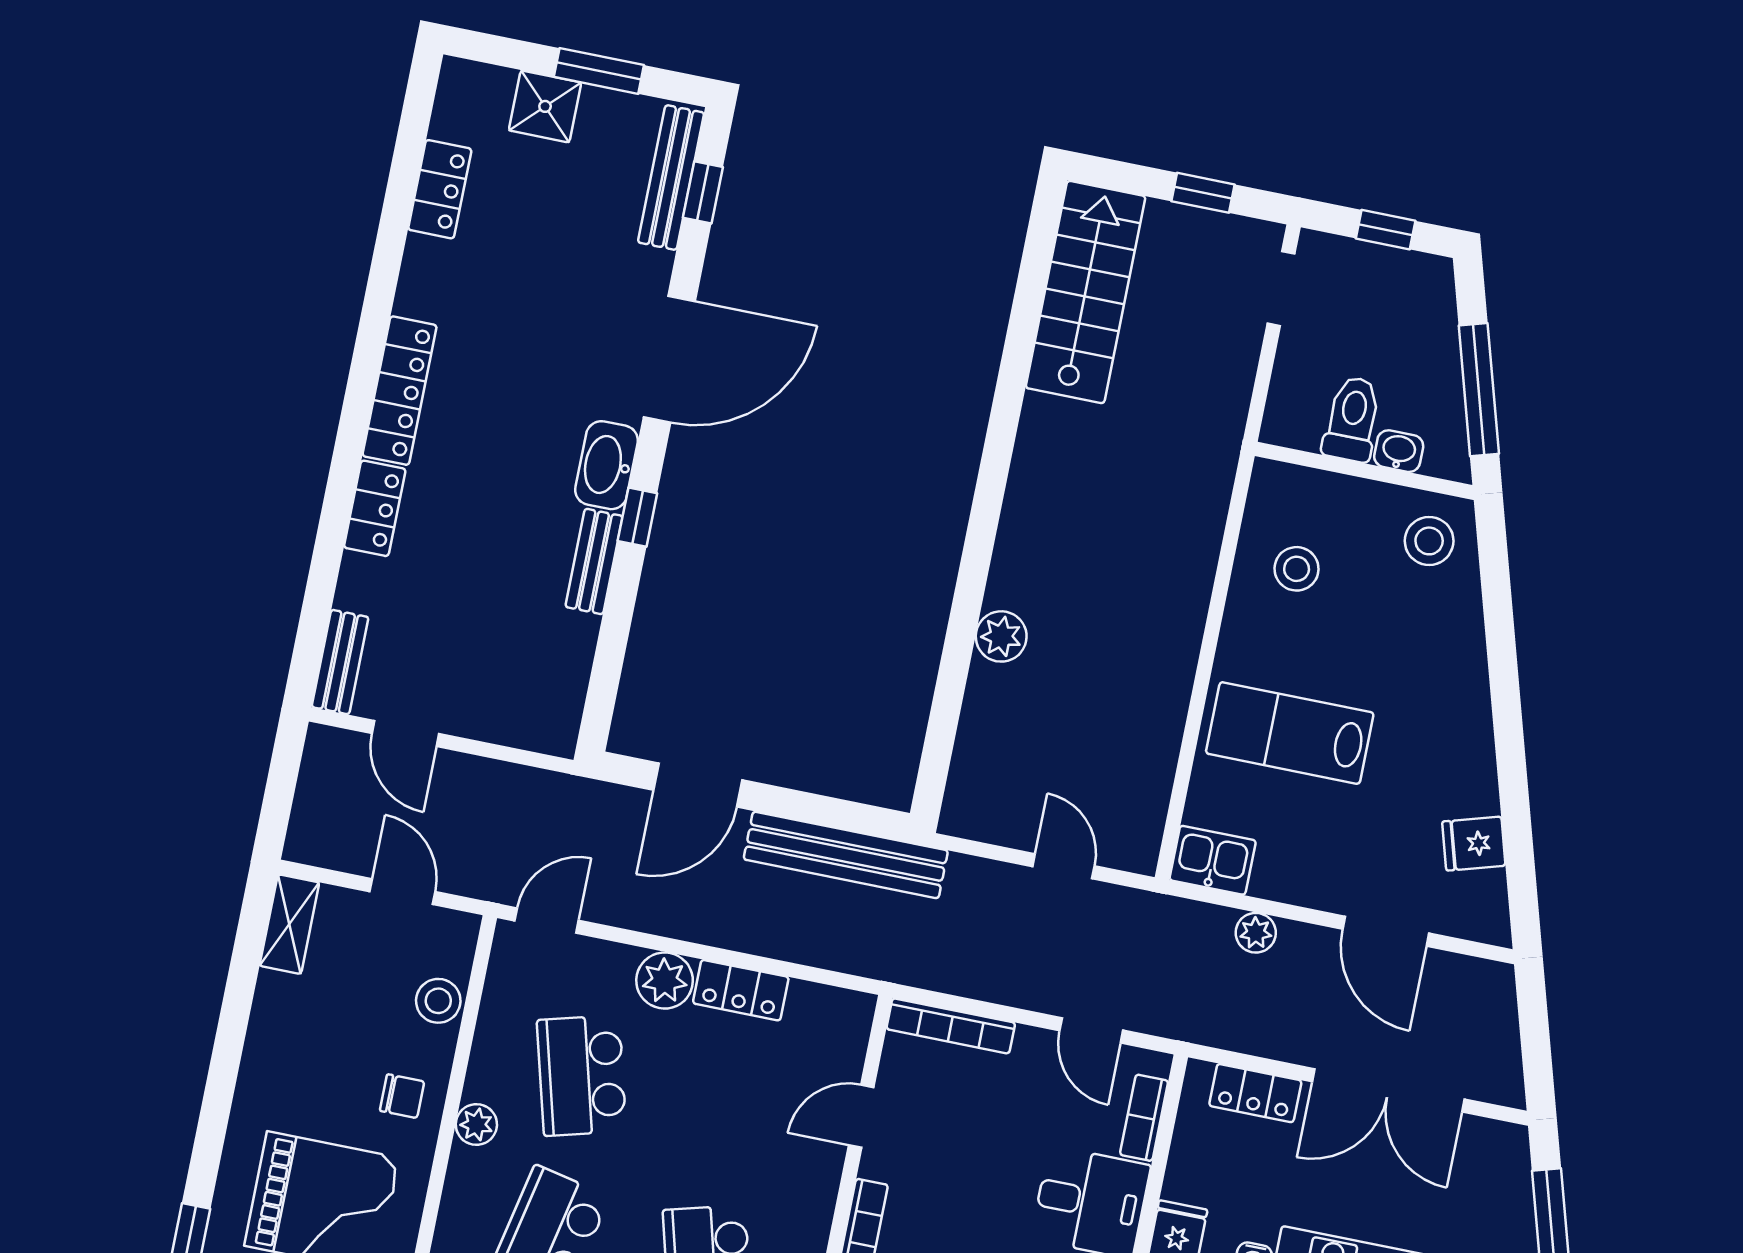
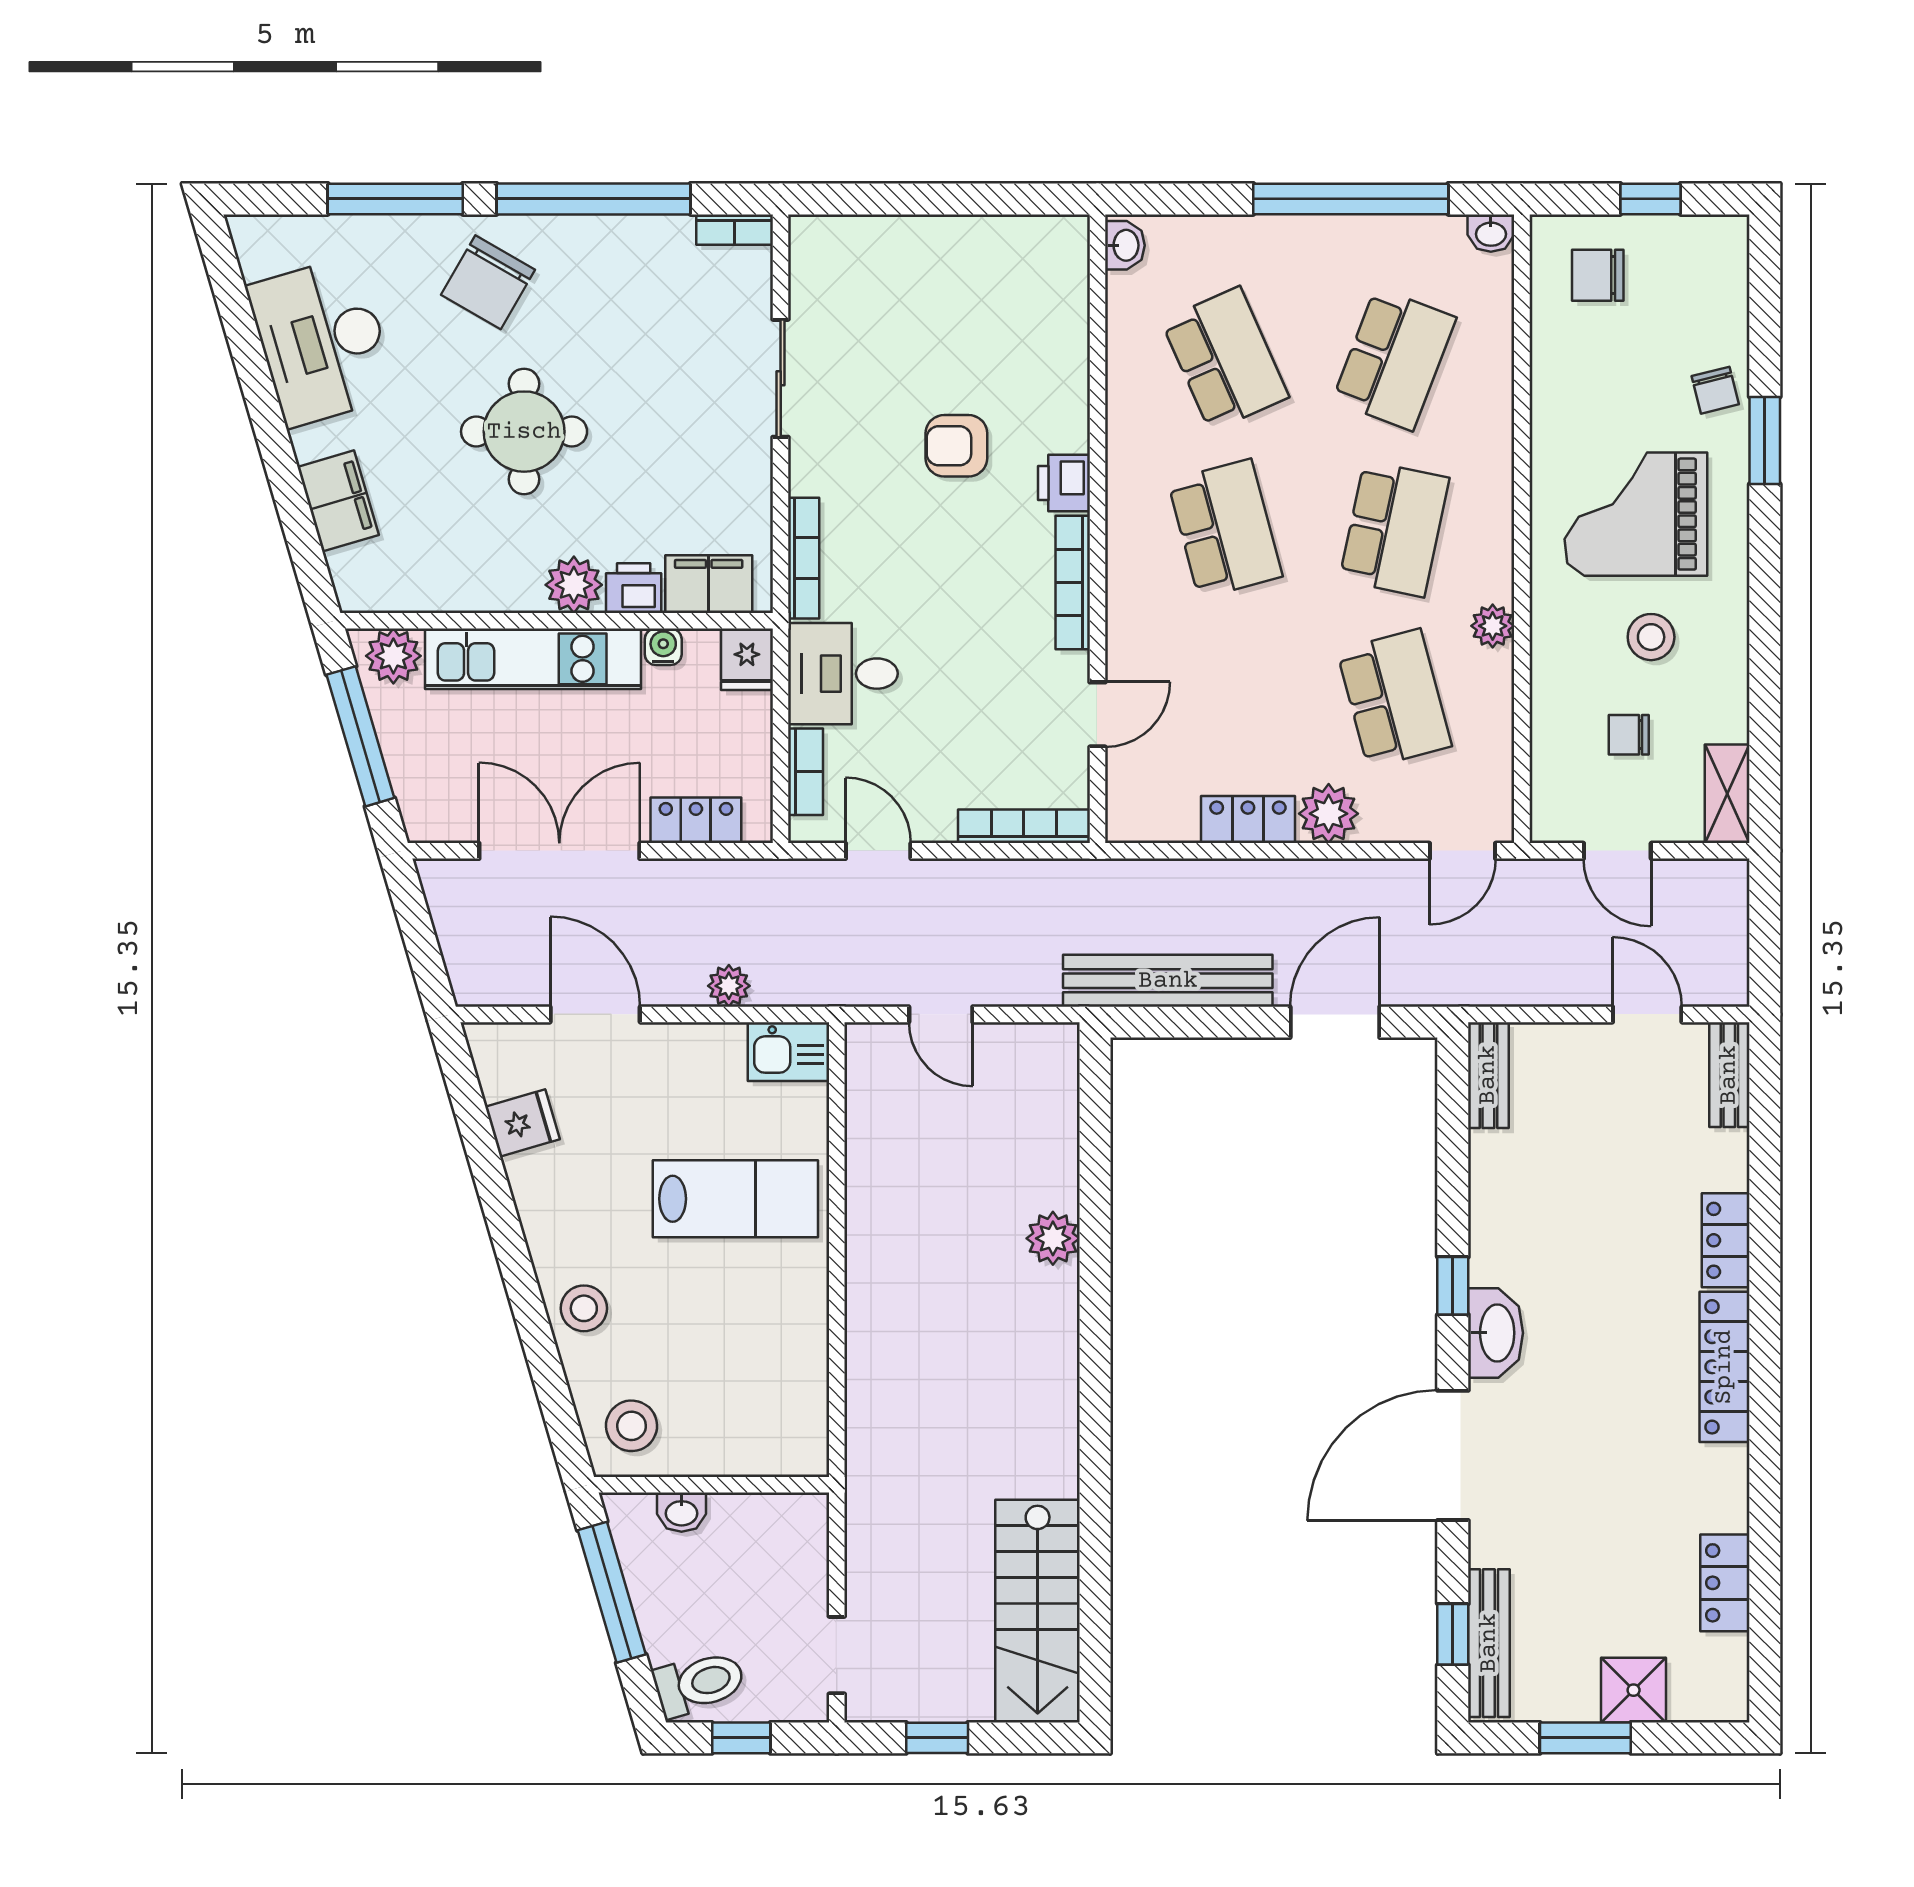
toilet: (1352, 419) -> (699, 1683), moved, turned -106
bench: (594, 561) -> (1488, 1075), moved
stool: (1297, 569) -> (584, 1308), moved
stool: (438, 1001) -> (1651, 637), moved
chair: (402, 1096) -> (1629, 735), moved

